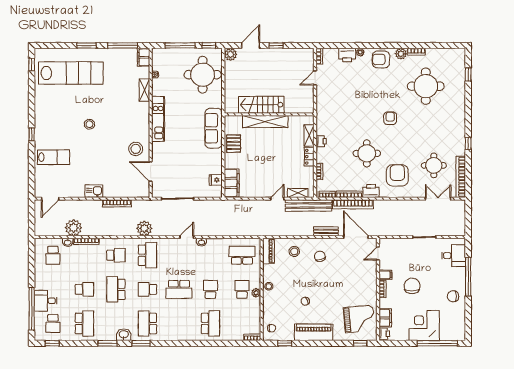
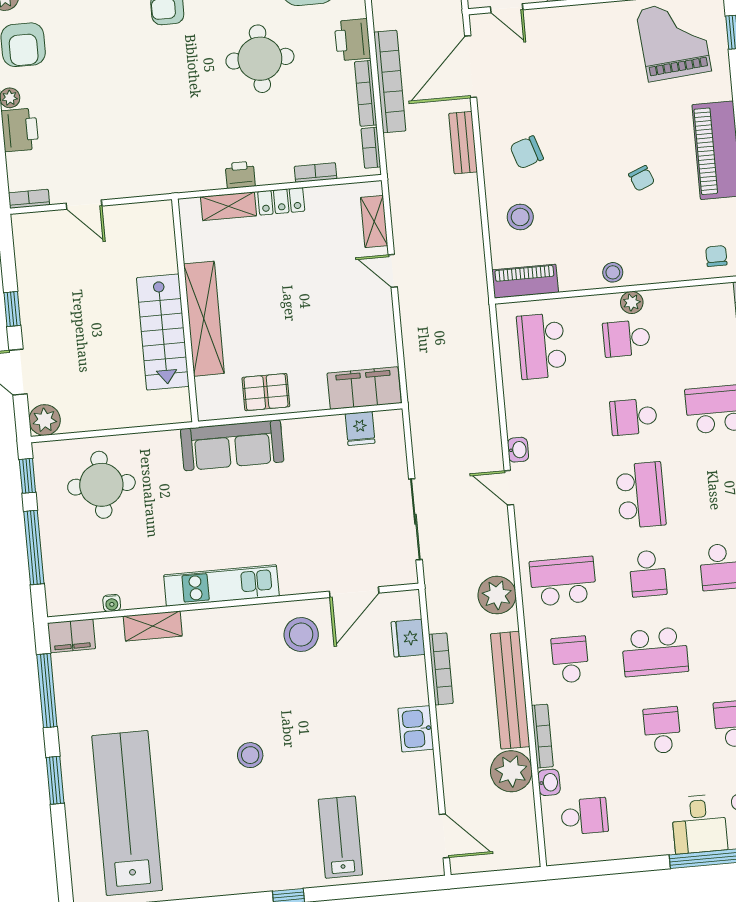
round table: (203, 75) -> (101, 485), width x0.73, depth x0.73
fridge: (130, 191) -> (408, 638), added
bench: (309, 205) -> (510, 690), moved

